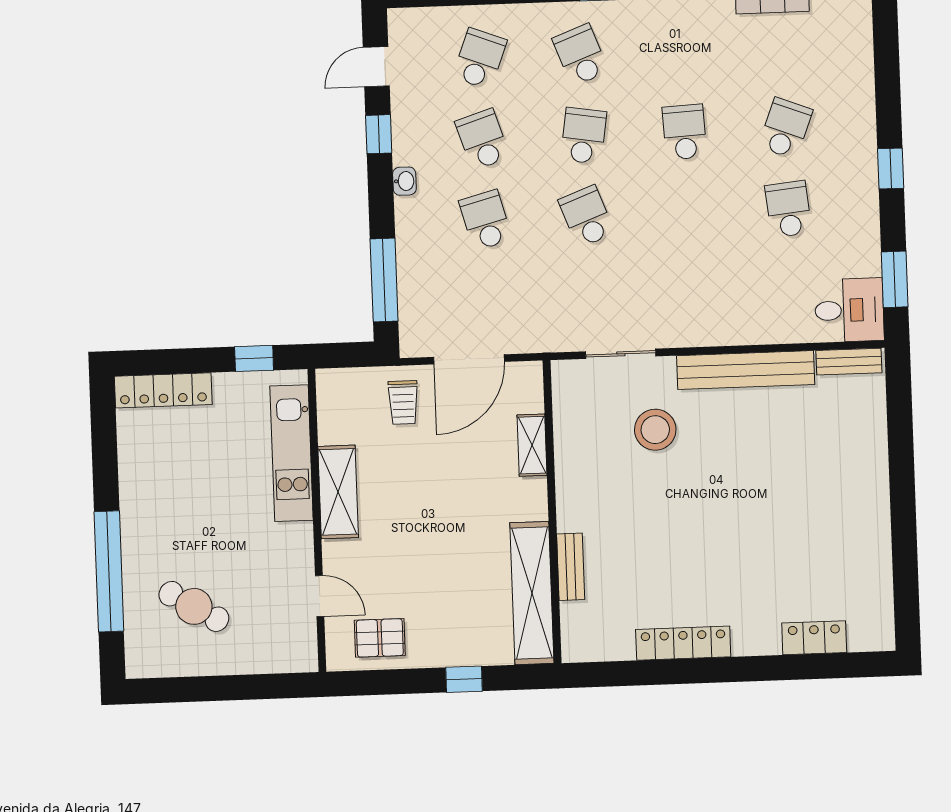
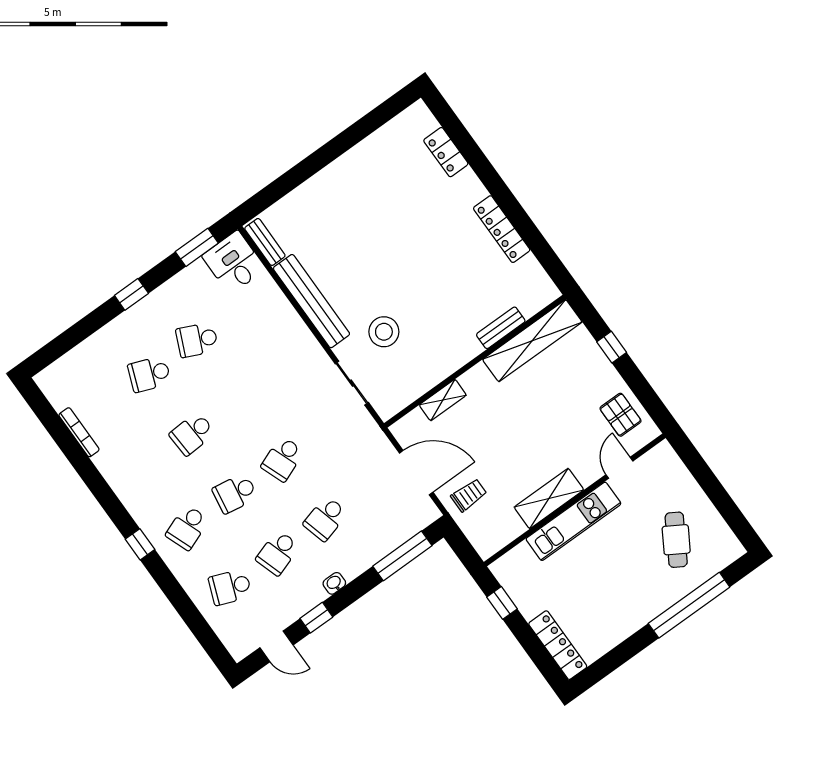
school desk: (788, 209) -> (197, 340), turned 30
kitchen unit: (291, 453) -> (573, 521), moved

